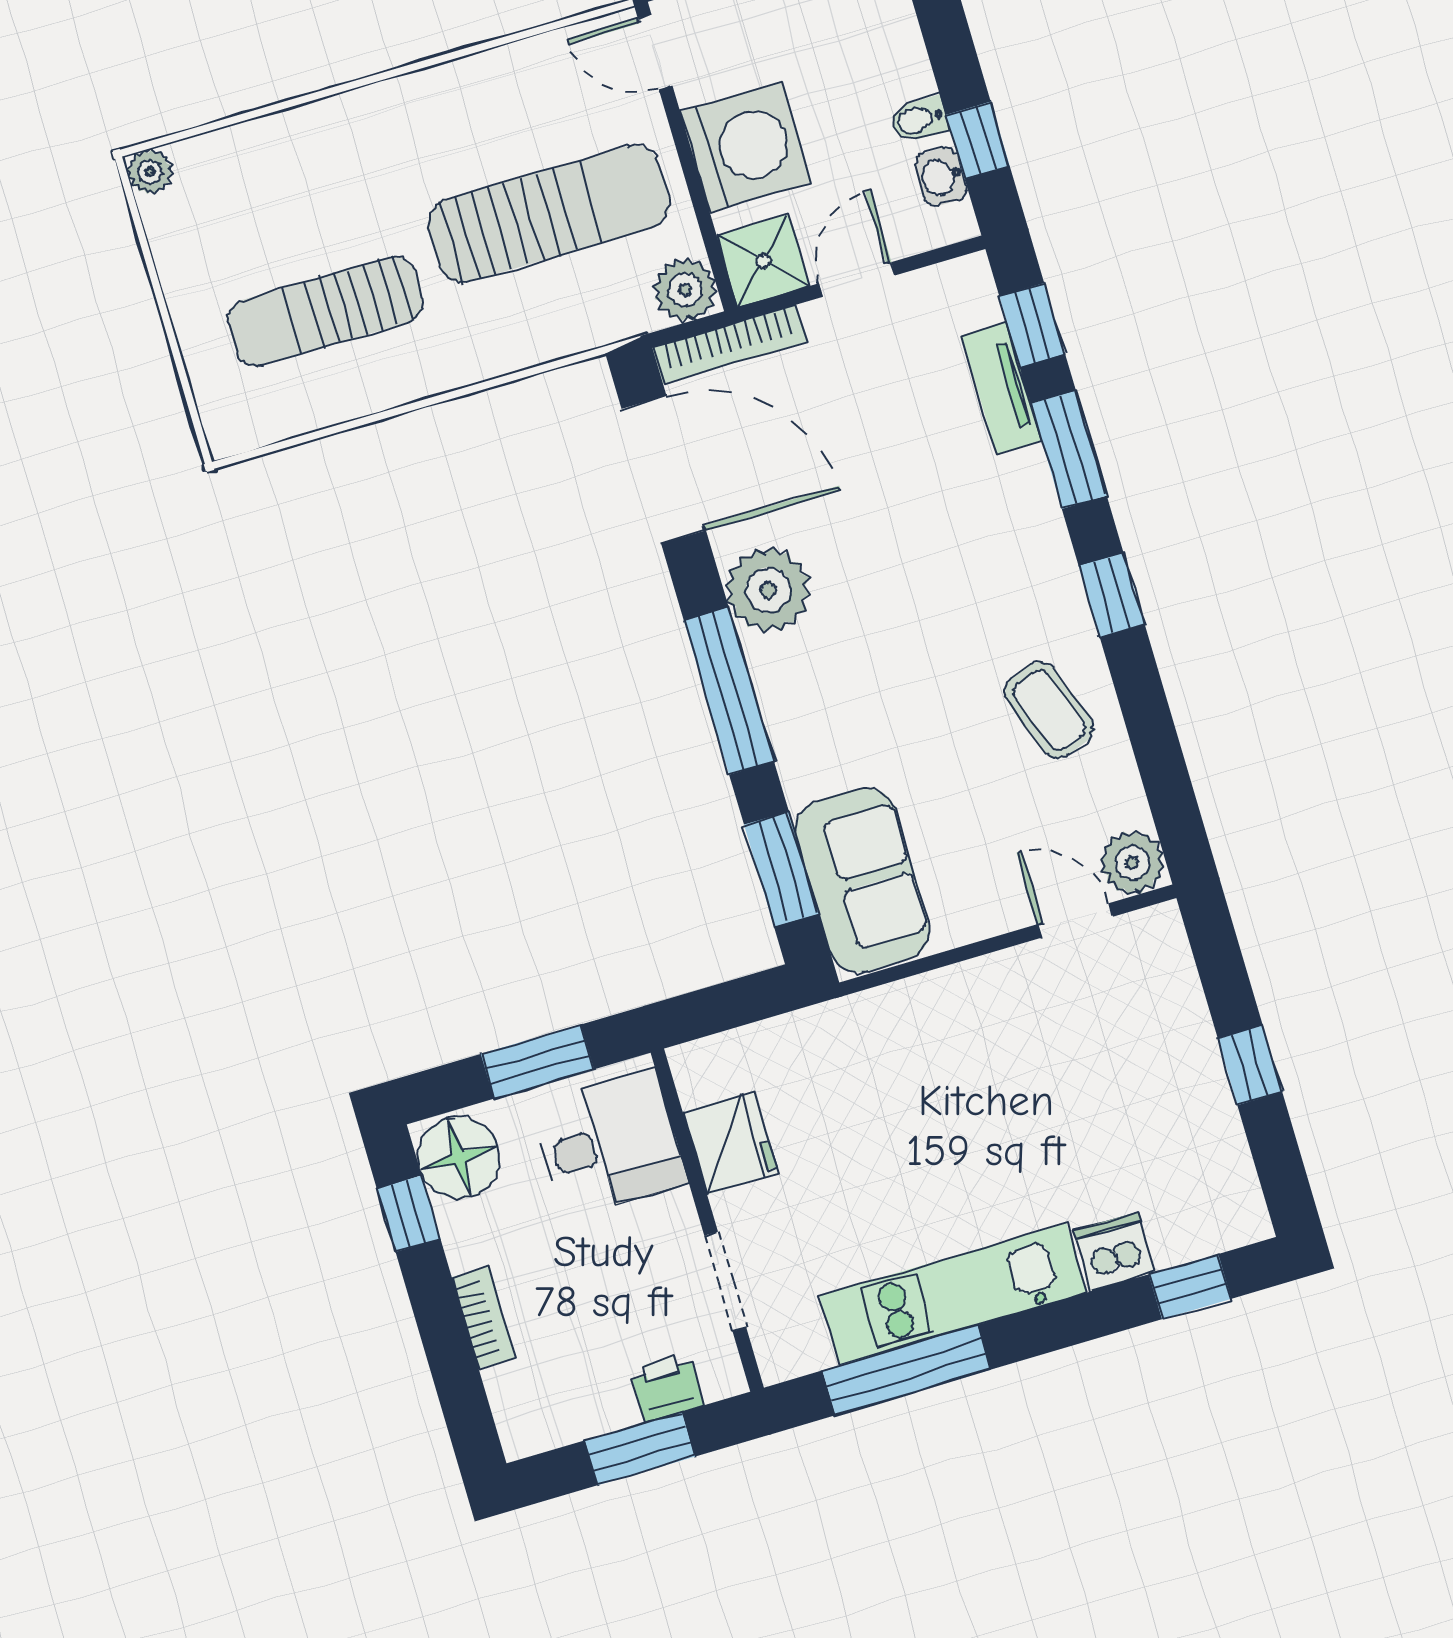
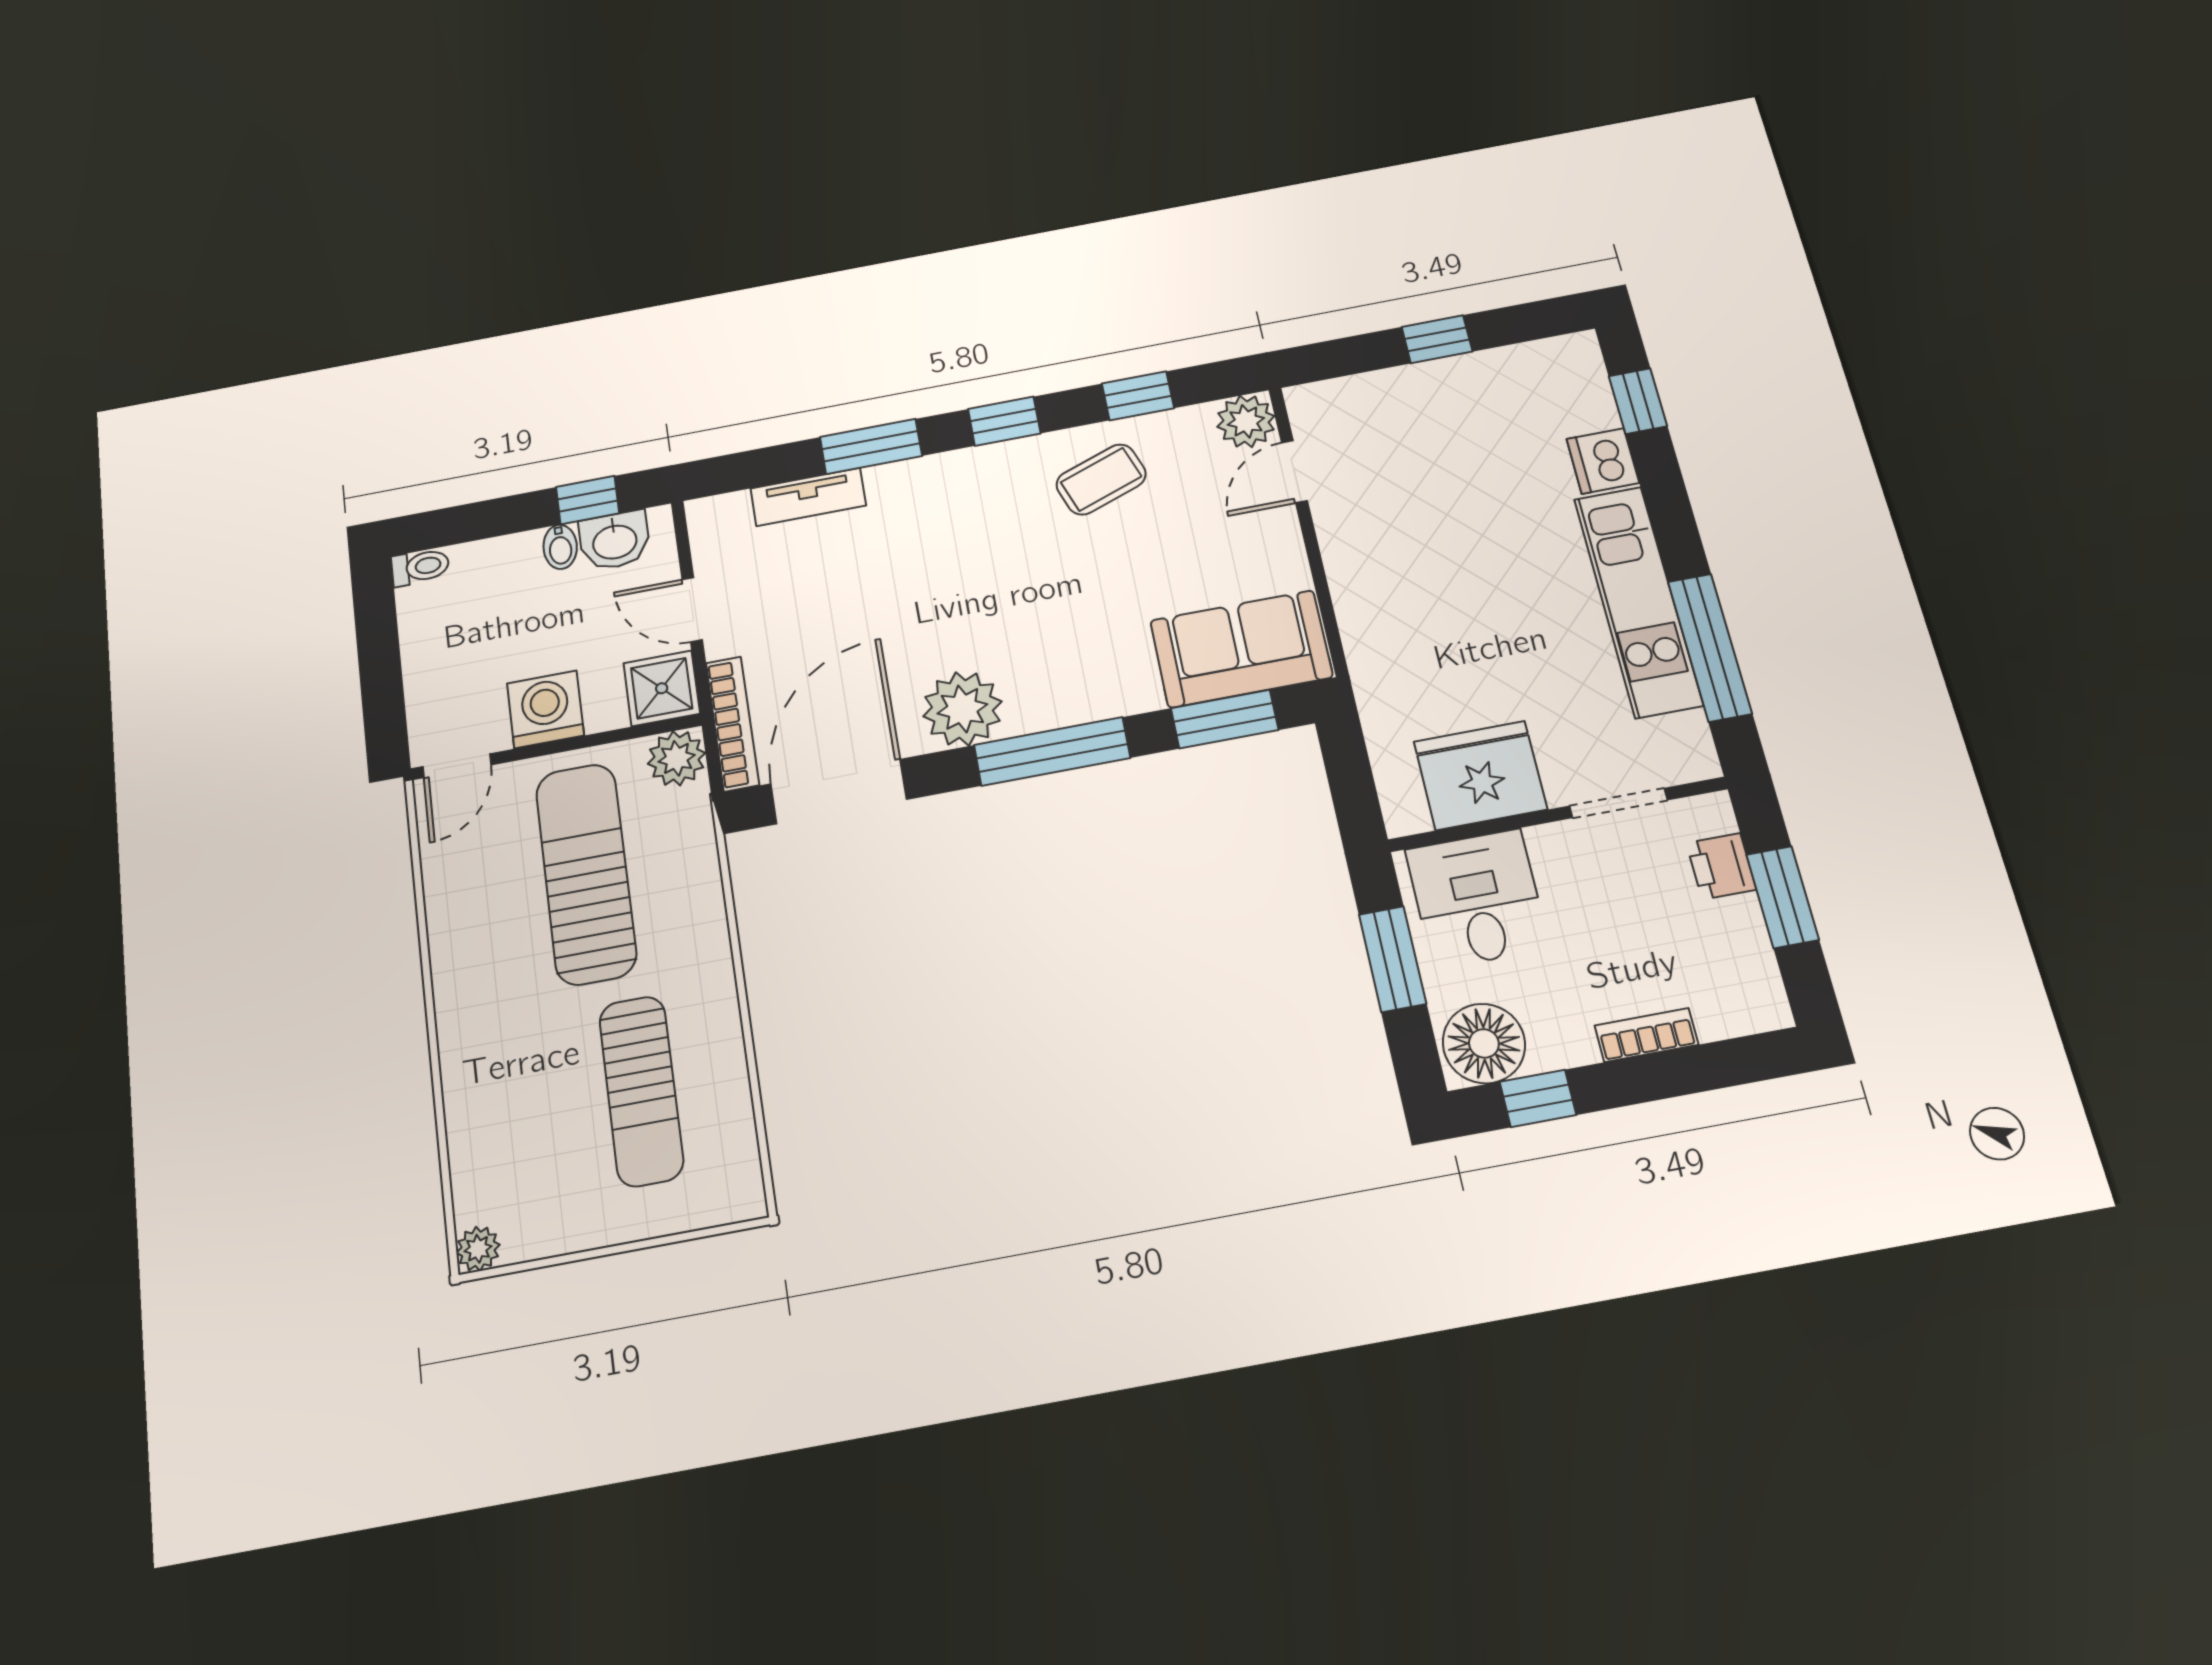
washing machine: (745, 147) -> (545, 709), width x0.73, depth x0.73
washbasin: (941, 177) -> (615, 541), width x1.38, depth x1.45
window: (1032, 325) -> (1138, 396), moved
fridge: (731, 1143) -> (1480, 775), width x1.36, depth x1.34

